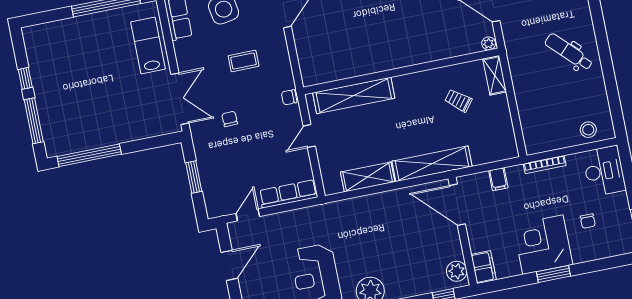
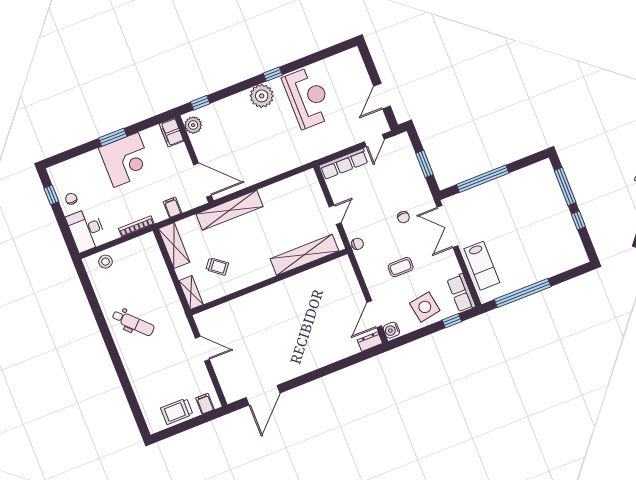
plant: (489, 43) -> (201, 318), removed
window: (89, 155) -> (483, 179), moved
shelving: (368, 177) -> (174, 246), moved, turned 90
chair: (588, 221) -> (71, 199), moved

